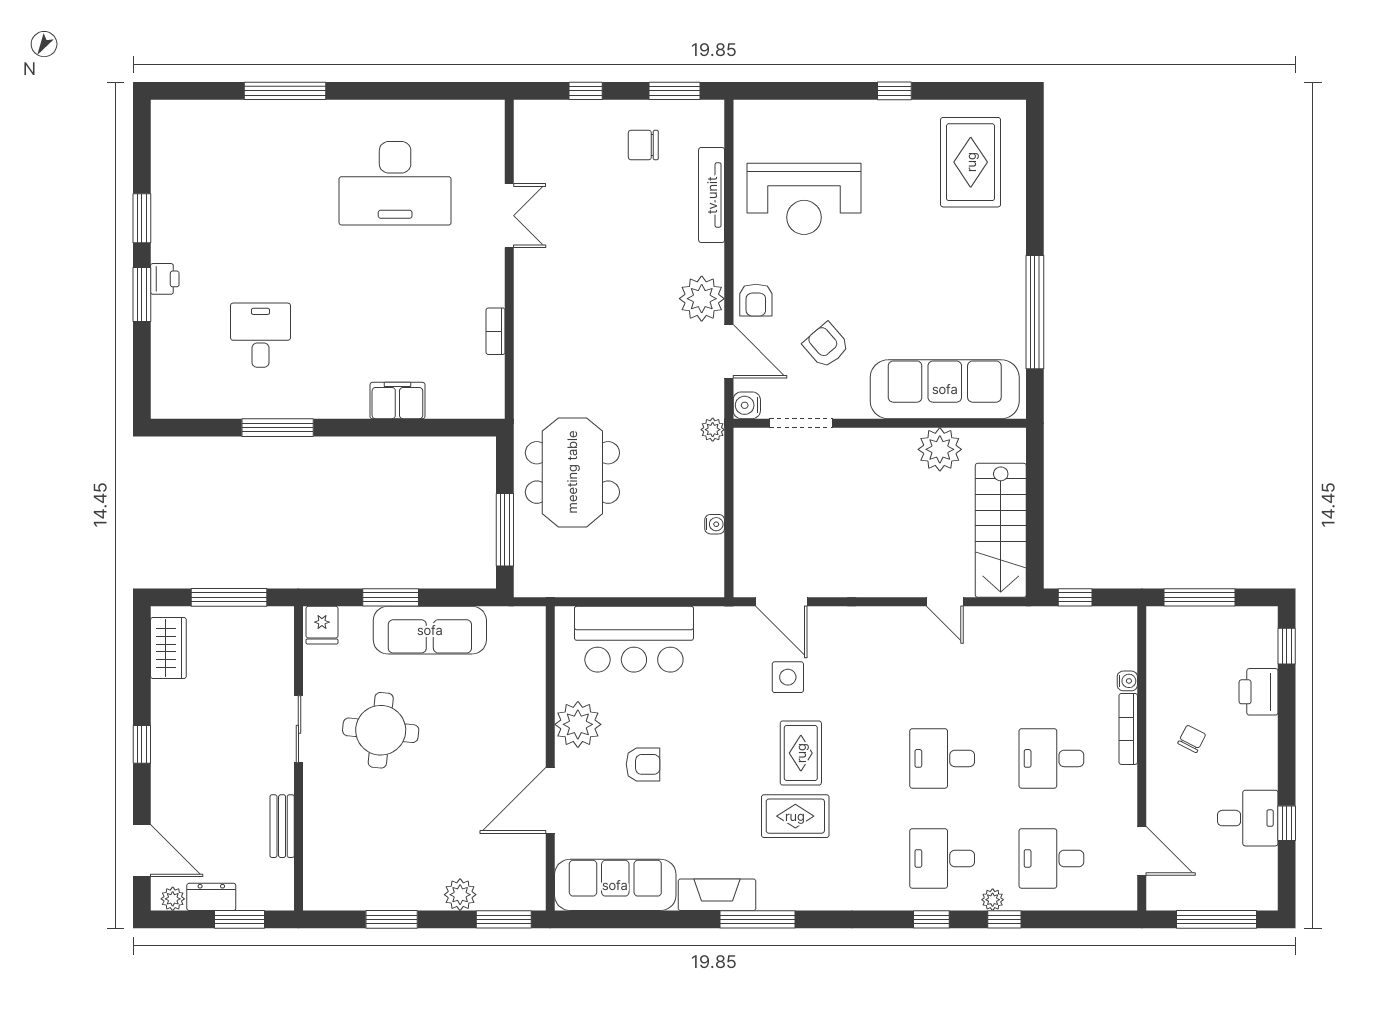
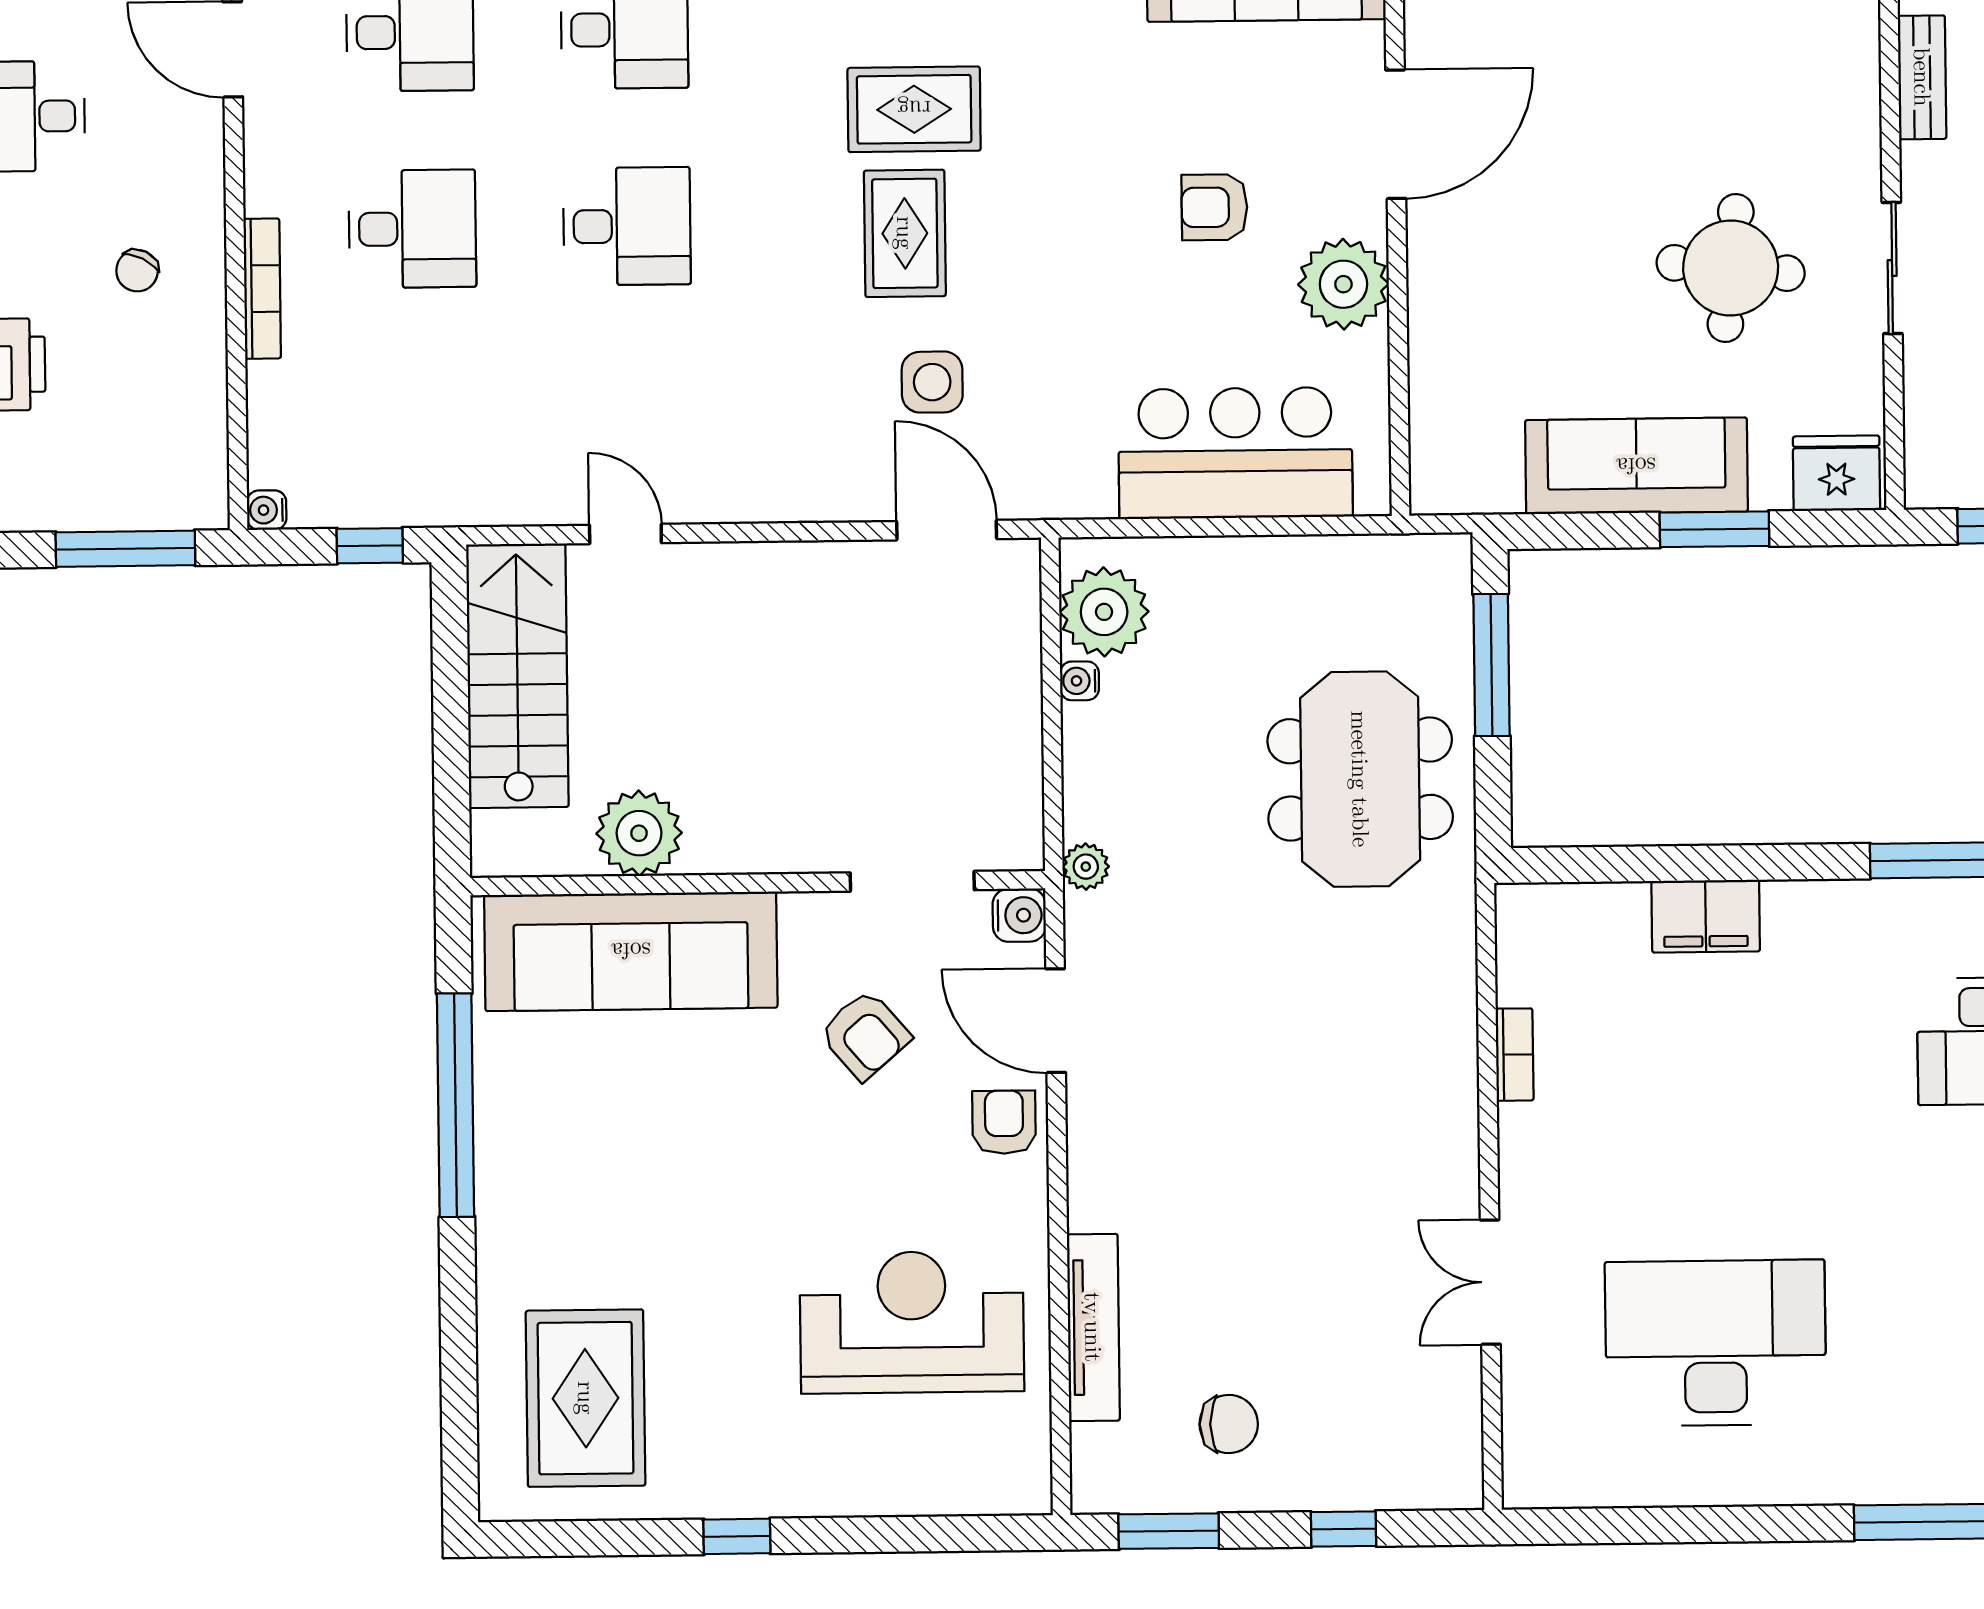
plant: (702, 299) -> (1104, 612), moved
fridge: (322, 625) -> (1836, 473), width x1.38
water cooler: (1127, 681) -> (267, 510), moved

